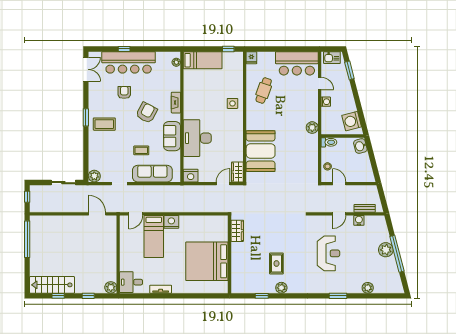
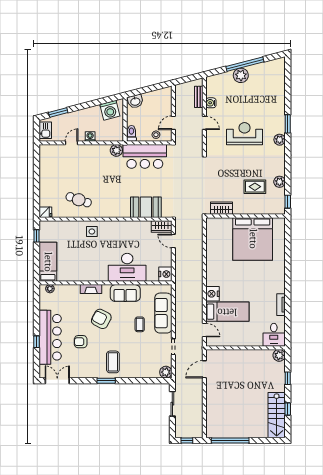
bar counter: (297, 63) -> (145, 156), moved, turned 90
booth: (261, 151) -> (146, 207), width x0.73, depth x0.70
wardrobe: (237, 231) -> (222, 208), moved
wall: (230, 254) -> (246, 216), moved
bed: (207, 261) -> (253, 239), moved
plant: (368, 288) -> (280, 140), moved

